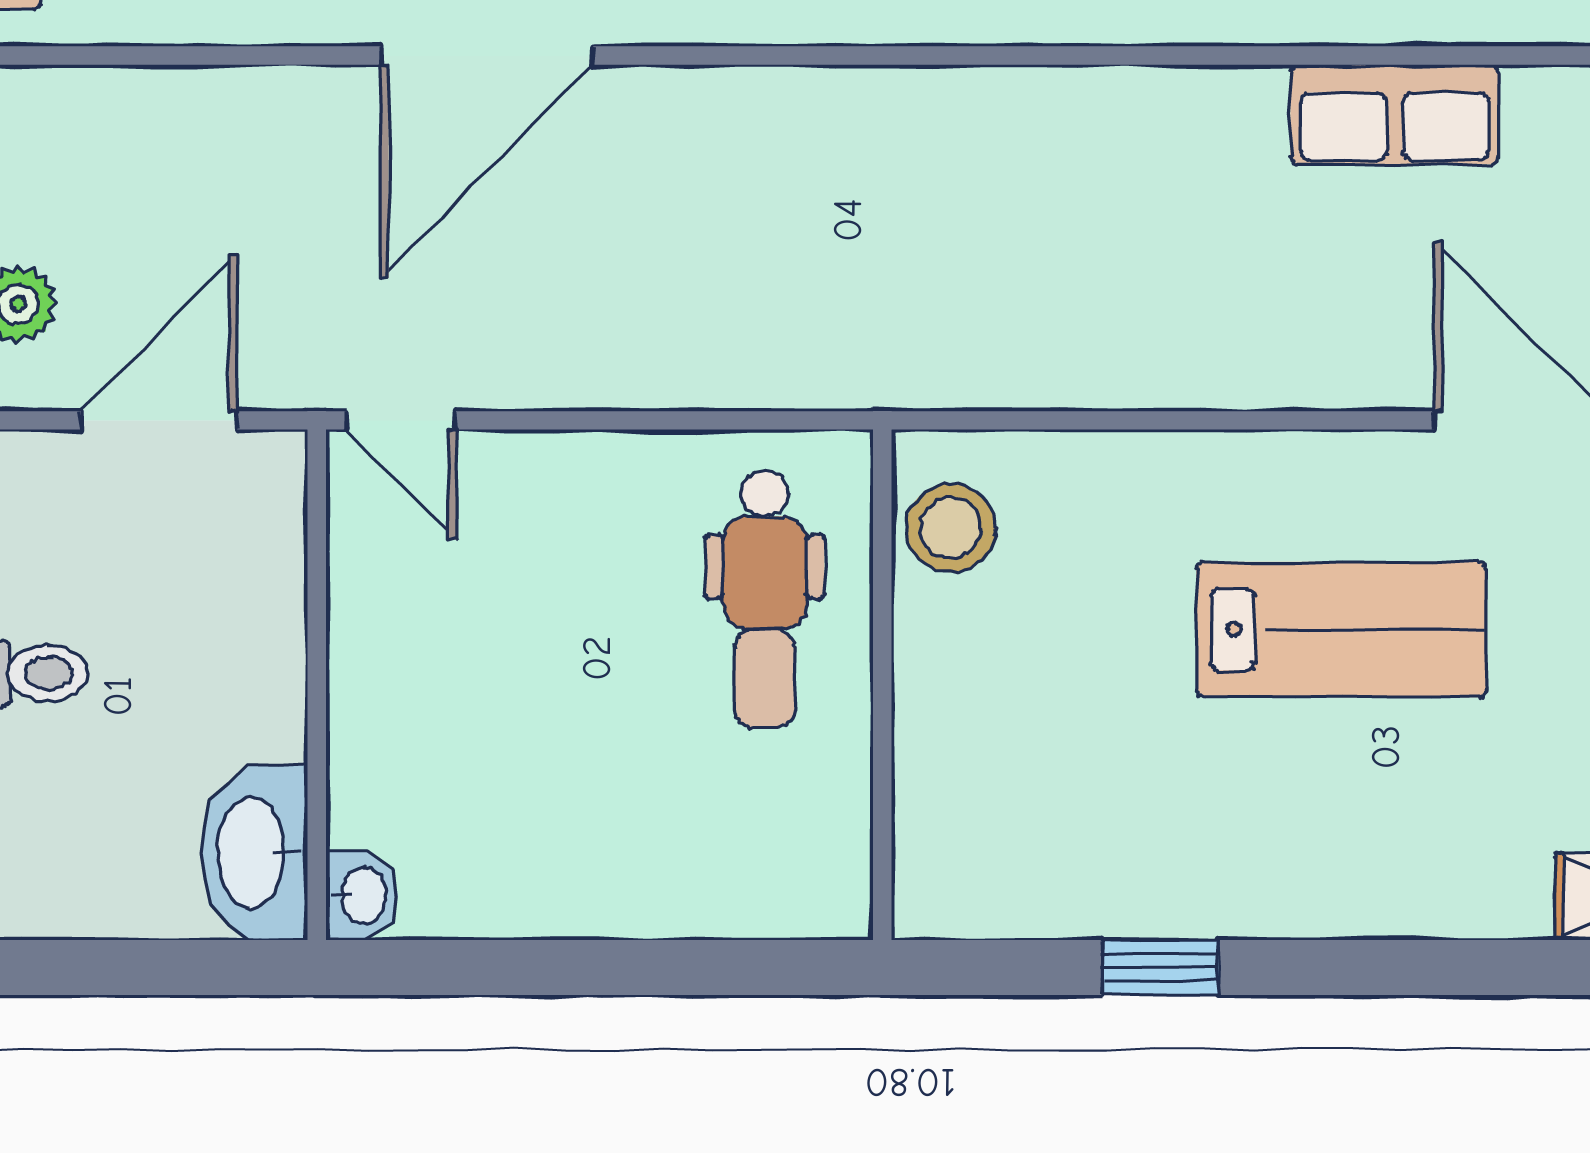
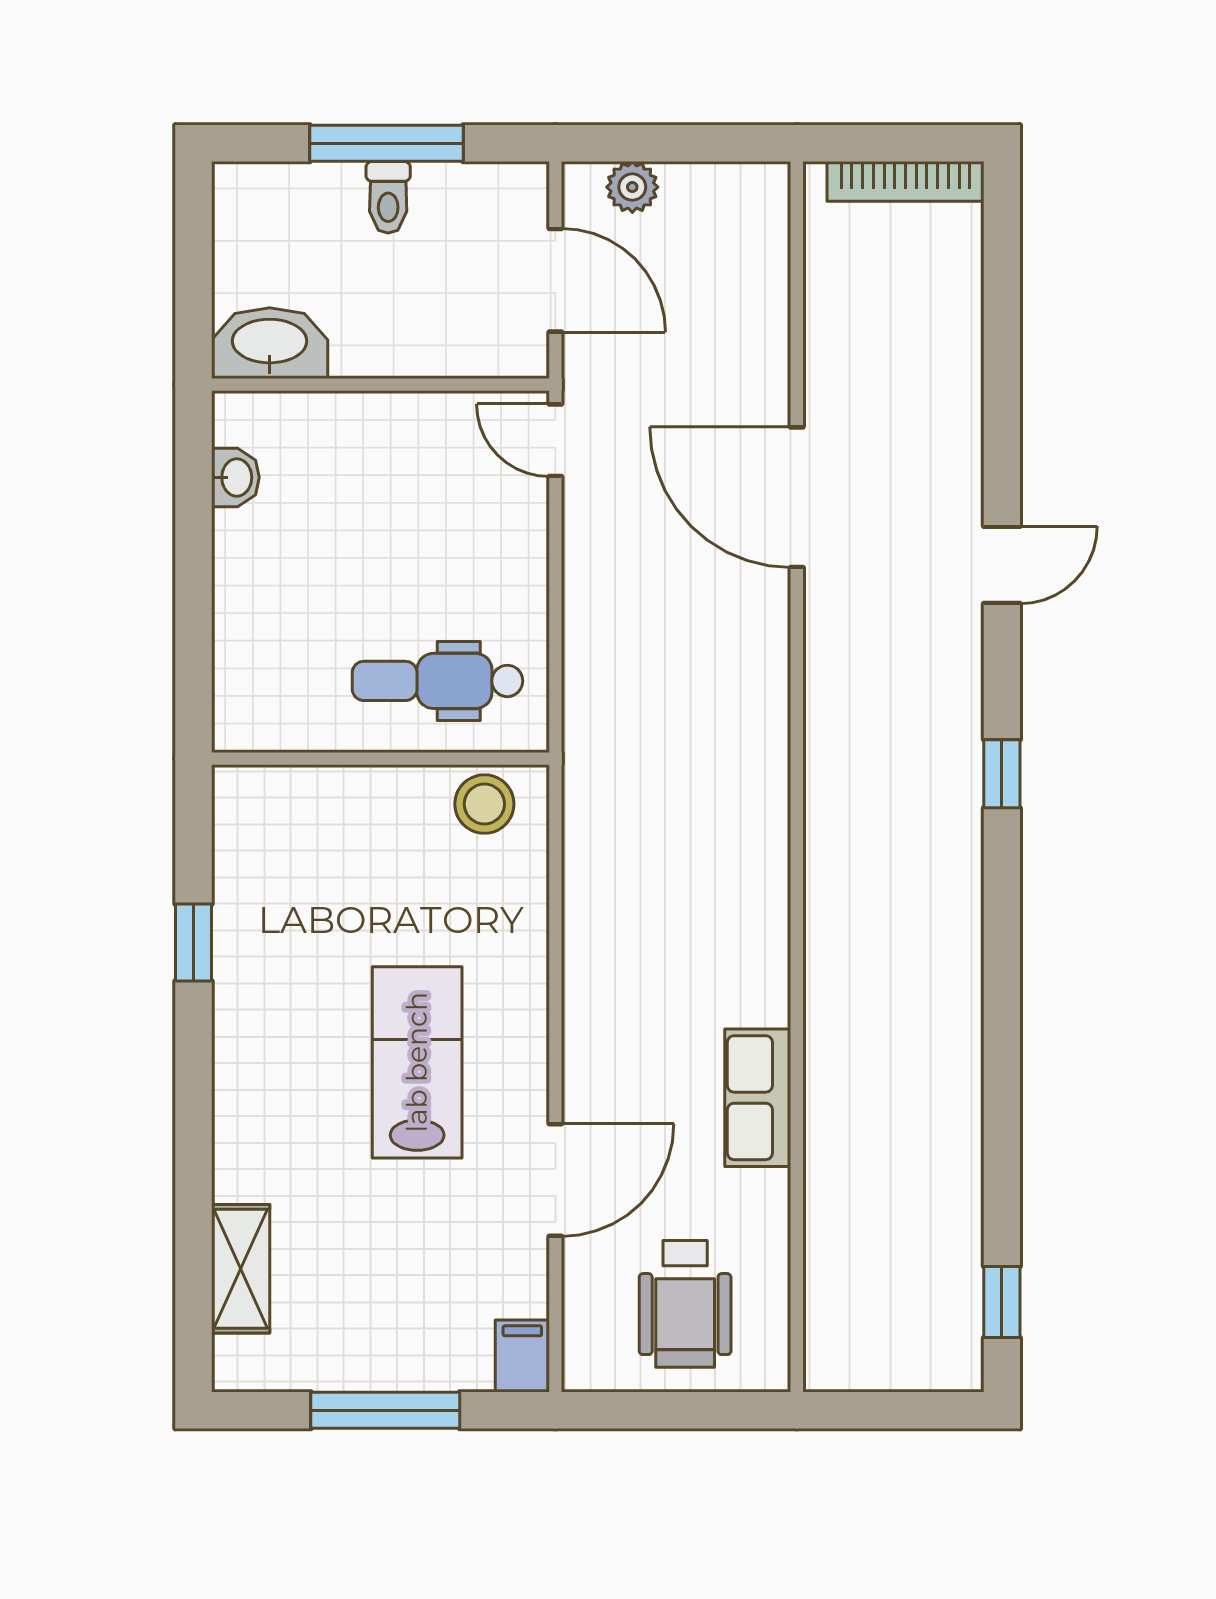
door: (401, 420) -> (555, 440), hinge flipped
lab bench: (1341, 629) -> (417, 1062), turned 180
washbasin: (362, 896) -> (235, 477), moved, turned -90

